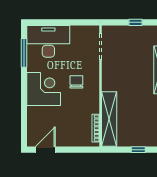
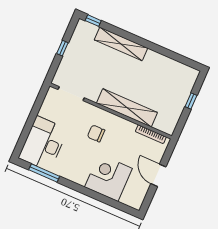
corner desk: (44, 89) -> (108, 178), moved
shelving: (109, 119) -> (127, 108), moved
door: (45, 150) -> (158, 175), moved

